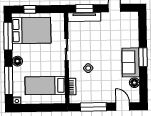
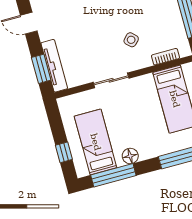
bed: (31, 30) -> (96, 142), width x0.67
floor lamp: (17, 61) -> (130, 156), moved

